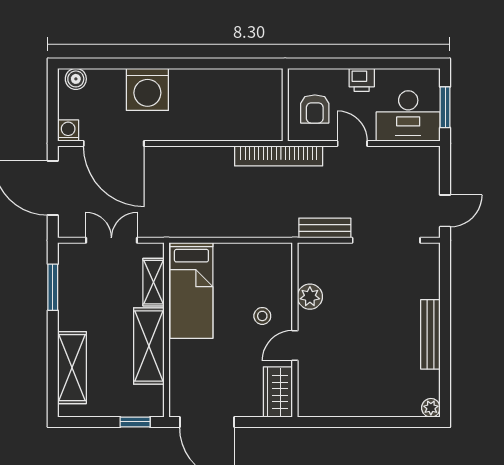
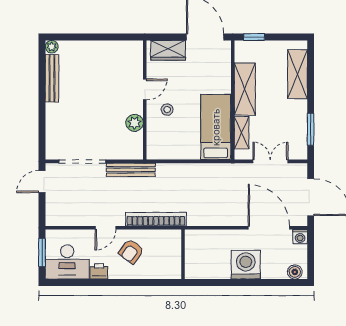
wall: (285, 105) -> (183, 254), moved
armchair: (315, 109) -> (131, 251), turned -144
desk: (408, 116) -> (67, 262), moved, turned 180
door: (352, 143) -> (106, 228), hinge flipped
bench: (325, 228) -> (131, 170), width x1.36
double door: (111, 240) -> (270, 161), swing flipped
bench: (430, 334) -> (52, 78), moved
wardrobe: (278, 392) -> (168, 50), moved, turned 90

